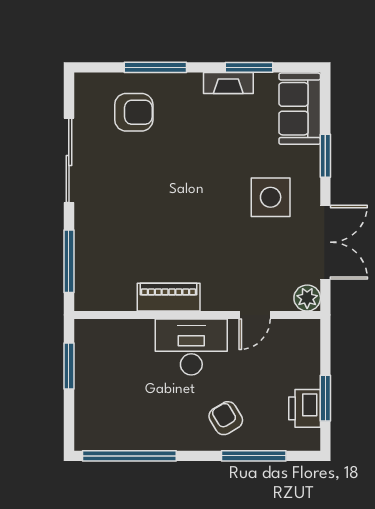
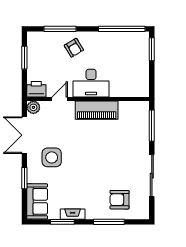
piano: (169, 297) -> (97, 110), width x1.37, depth x1.33
window: (69, 366) -> (152, 49), moved
printer: (305, 408) -> (36, 89), moved, turned -90

